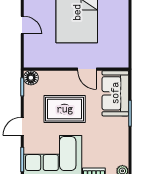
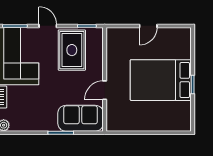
floor lamp: (31, 78) -> (96, 35), removed
rug: (65, 109) -> (72, 50), moved

